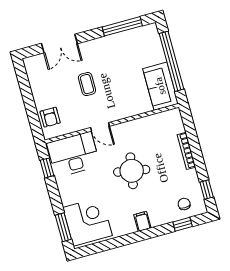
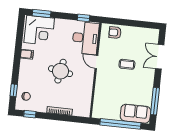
sofa: (160, 86) -> (135, 114), moved
door: (100, 127) -> (96, 62), hinge flipped
filing cabinet: (142, 221) -> (27, 54), moved

